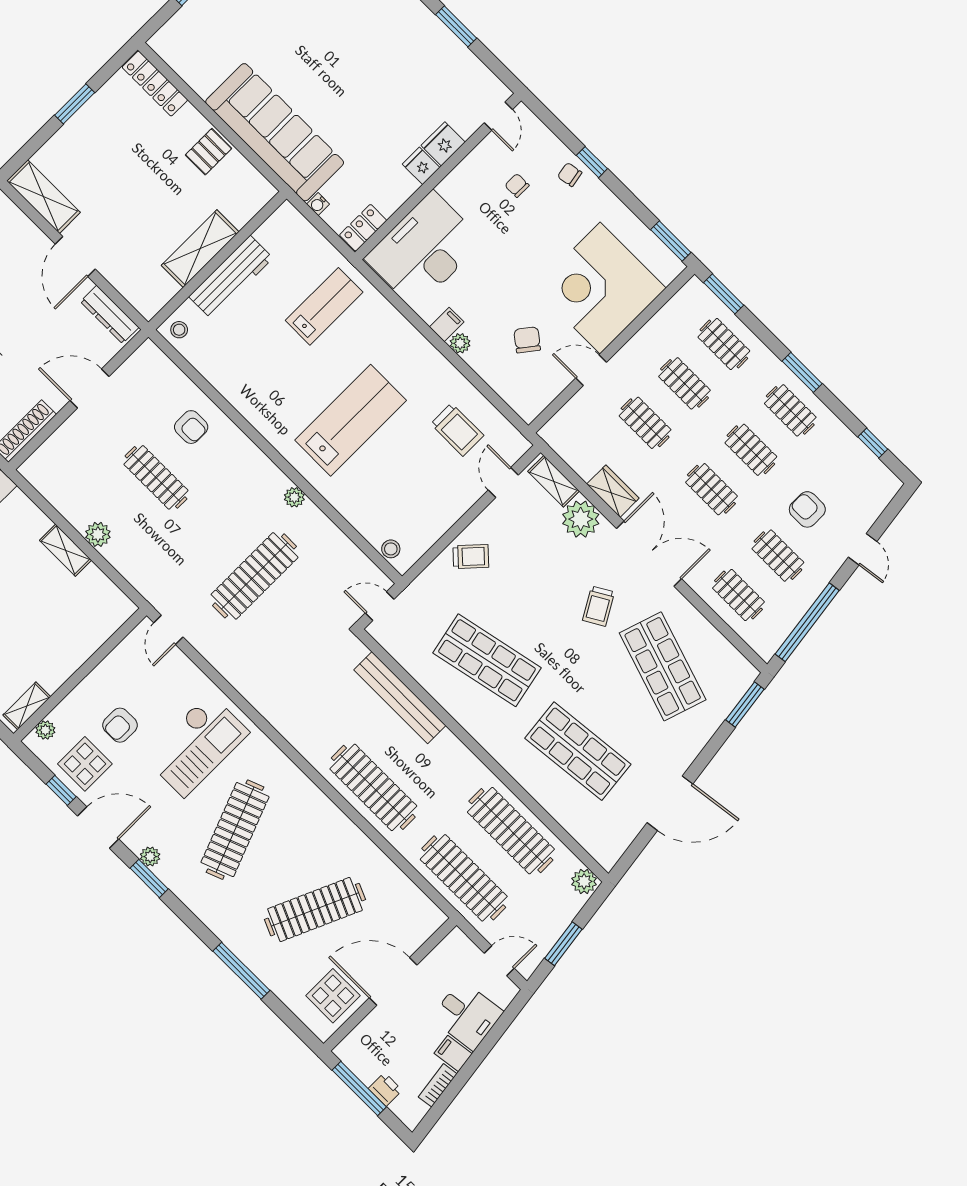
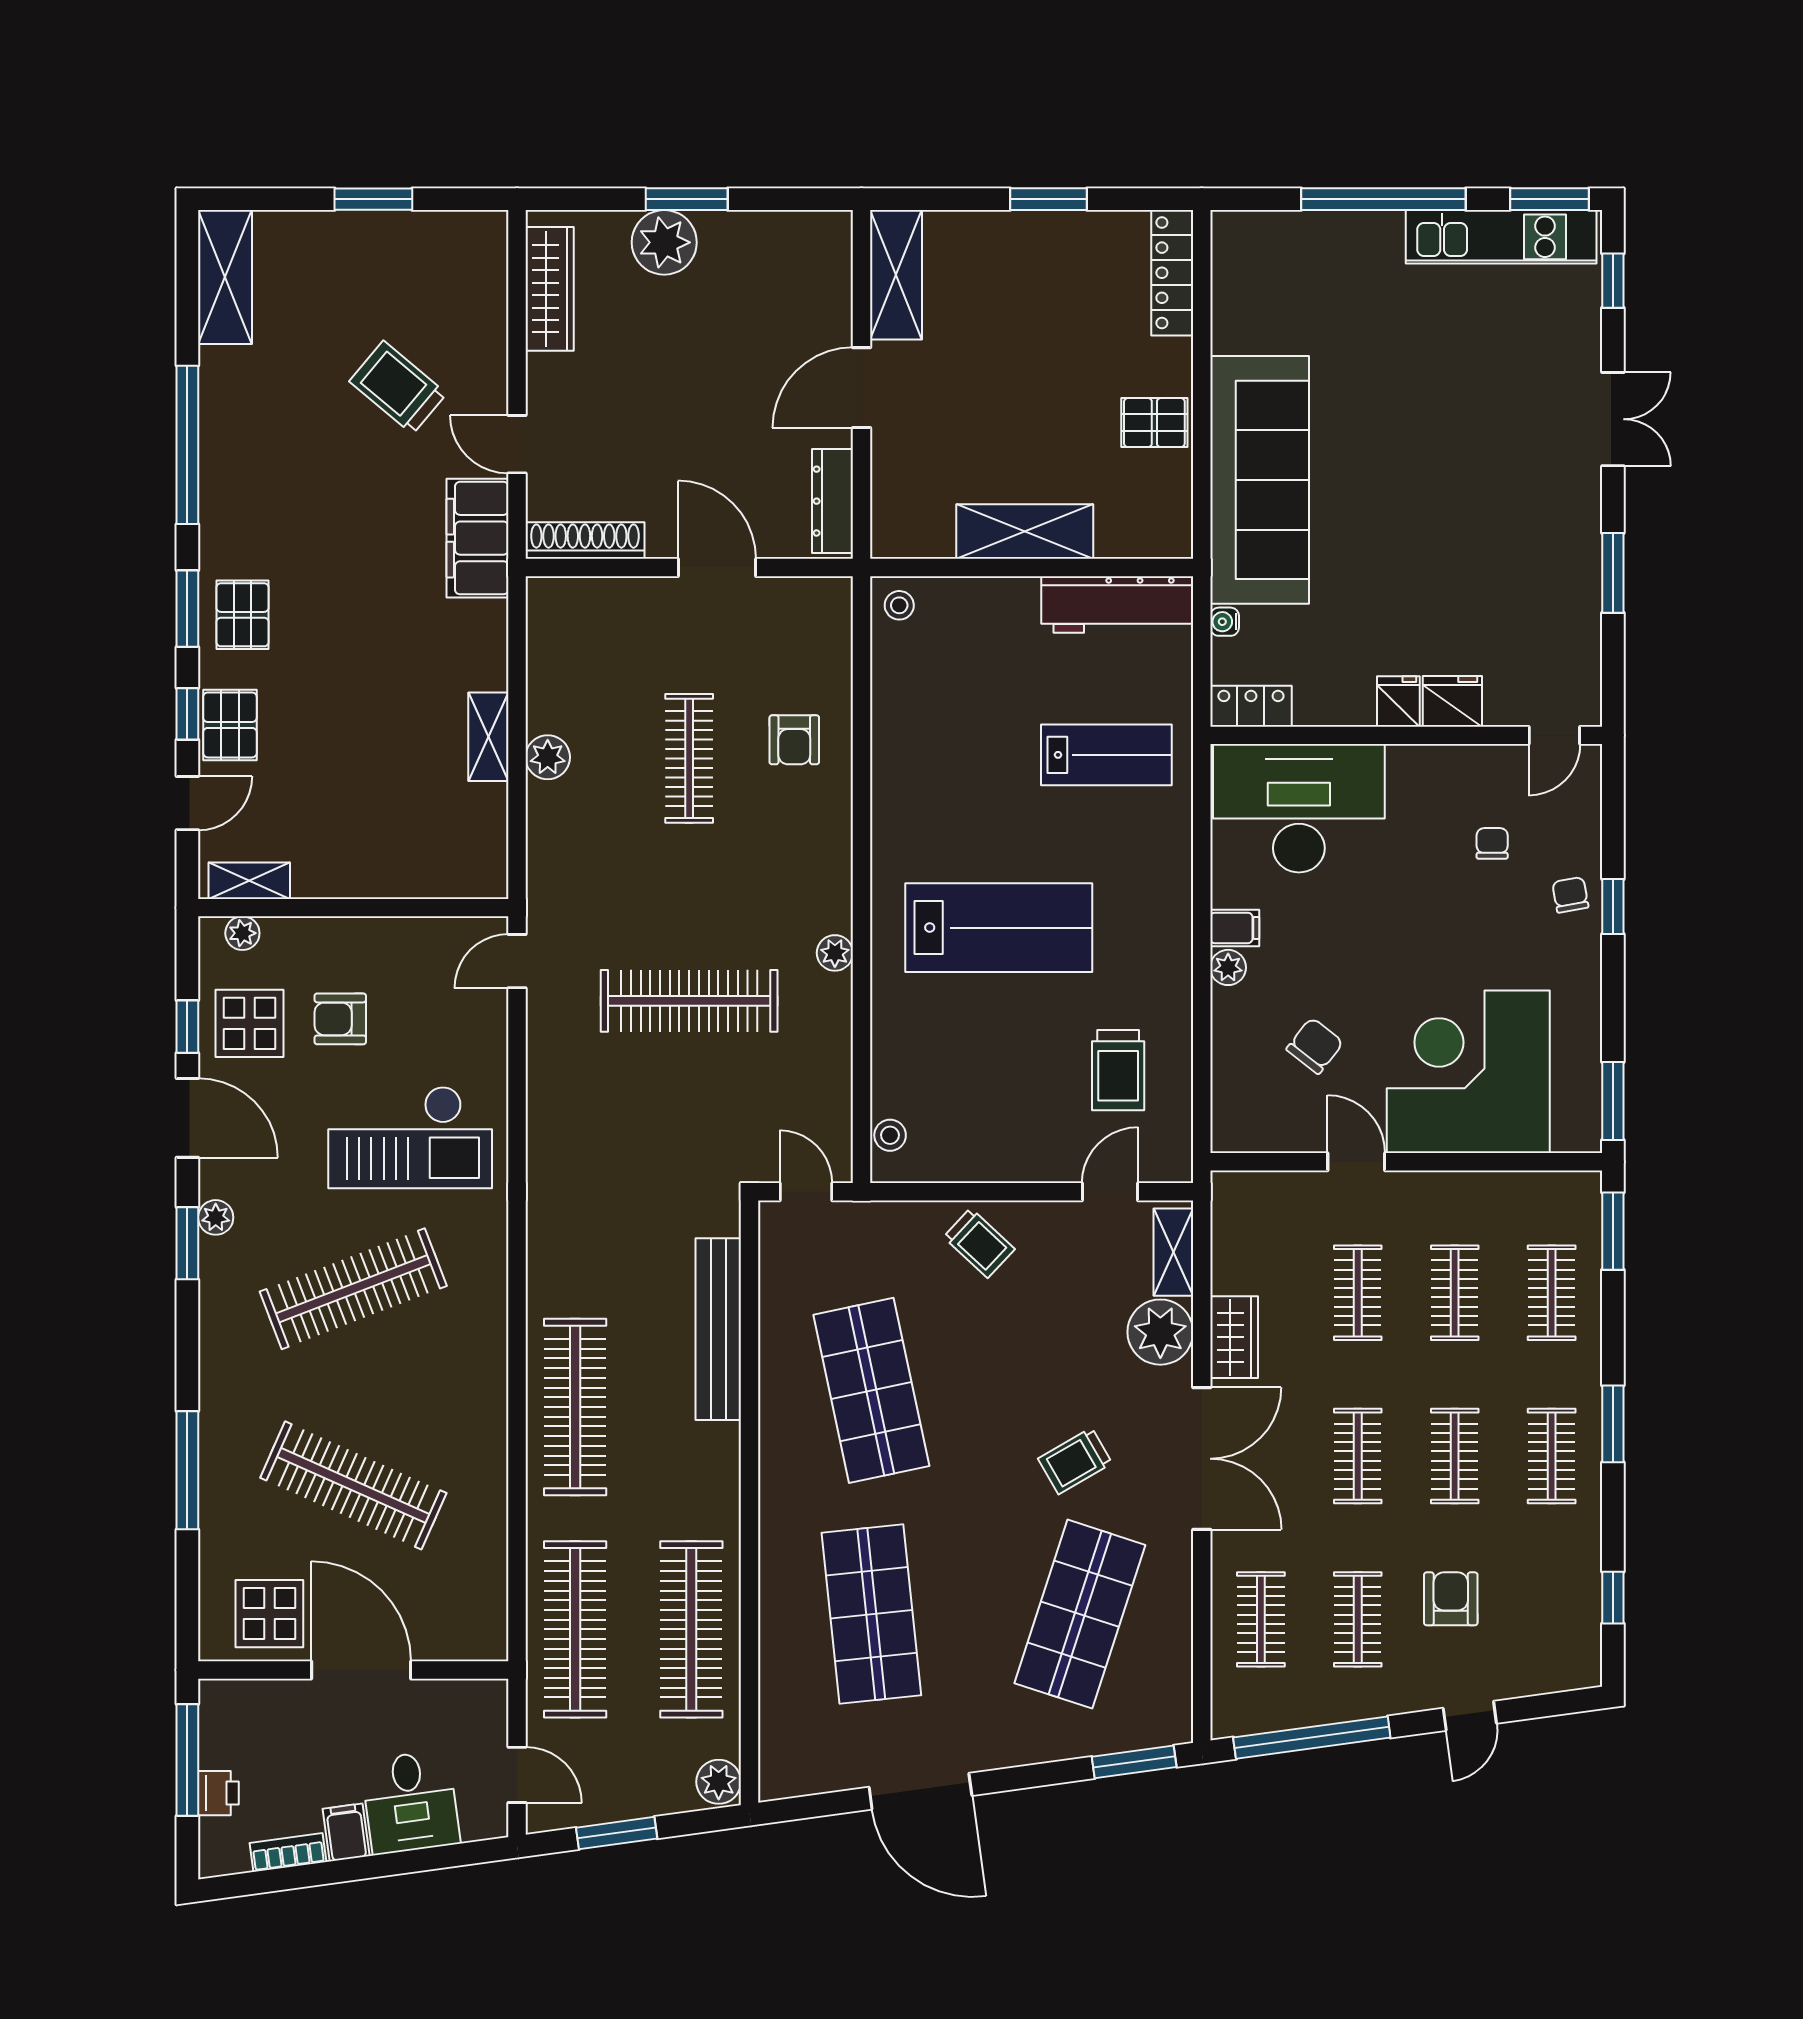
workbench: (231, 277) -> (1117, 604), moved

